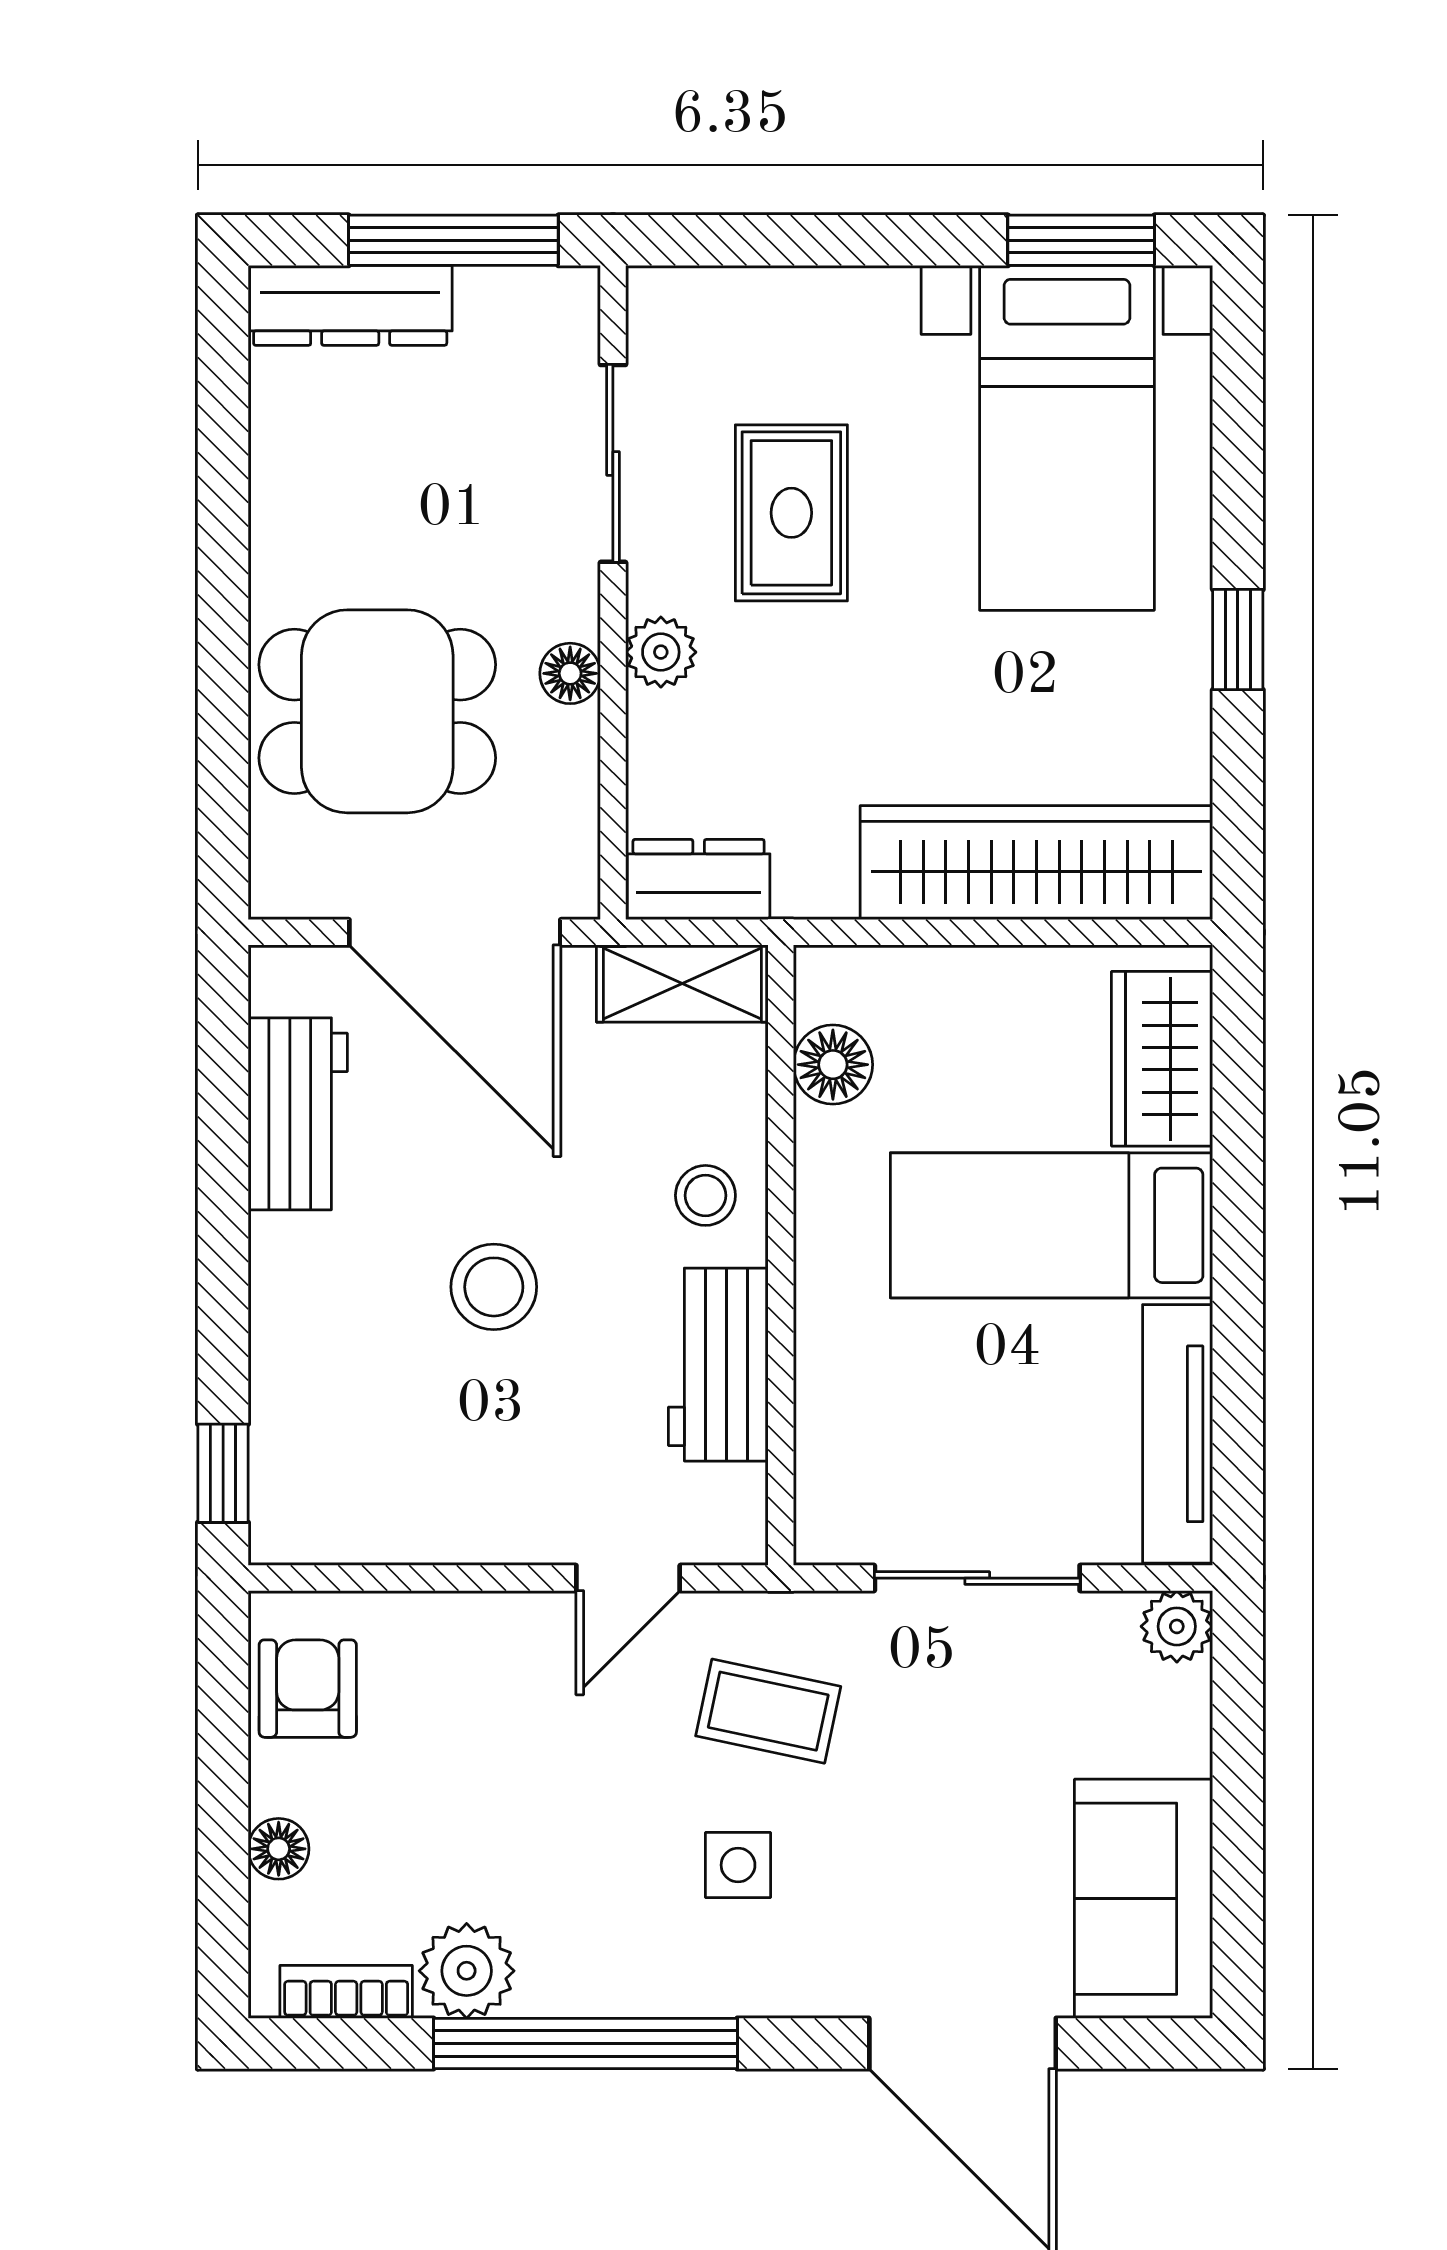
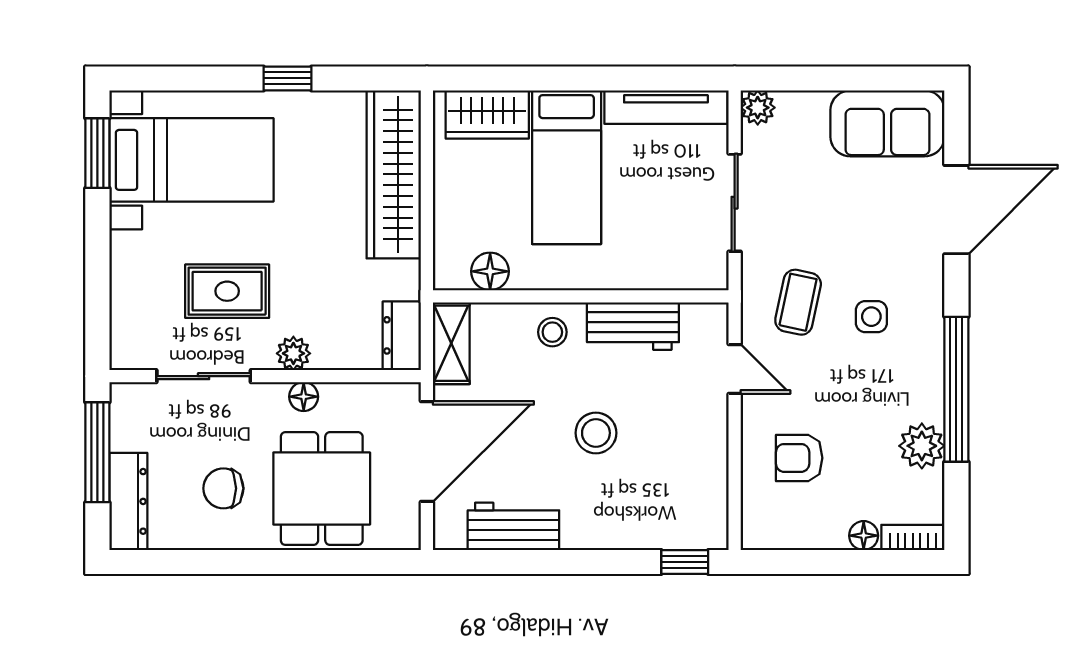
chair: (378, 505) -> (223, 488), added
armchair: (308, 1689) -> (799, 458), moved
bookcase: (346, 1992) -> (913, 537), moved, turned 90

